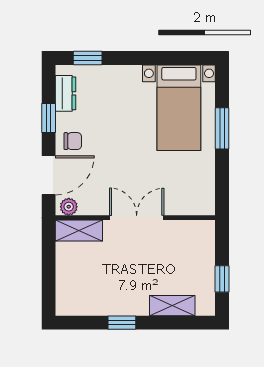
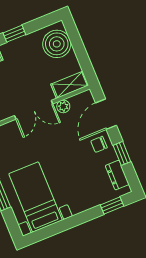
plant: (69, 207) -> (63, 106), moved
boiler: (74, 288) -> (57, 44), added

